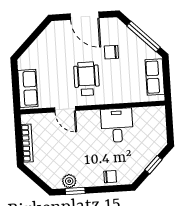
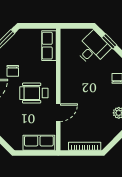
row of seats: (155, 77) -> (49, 46), moved, turned 90
desk: (117, 125) -> (93, 49), moved, turned 135

